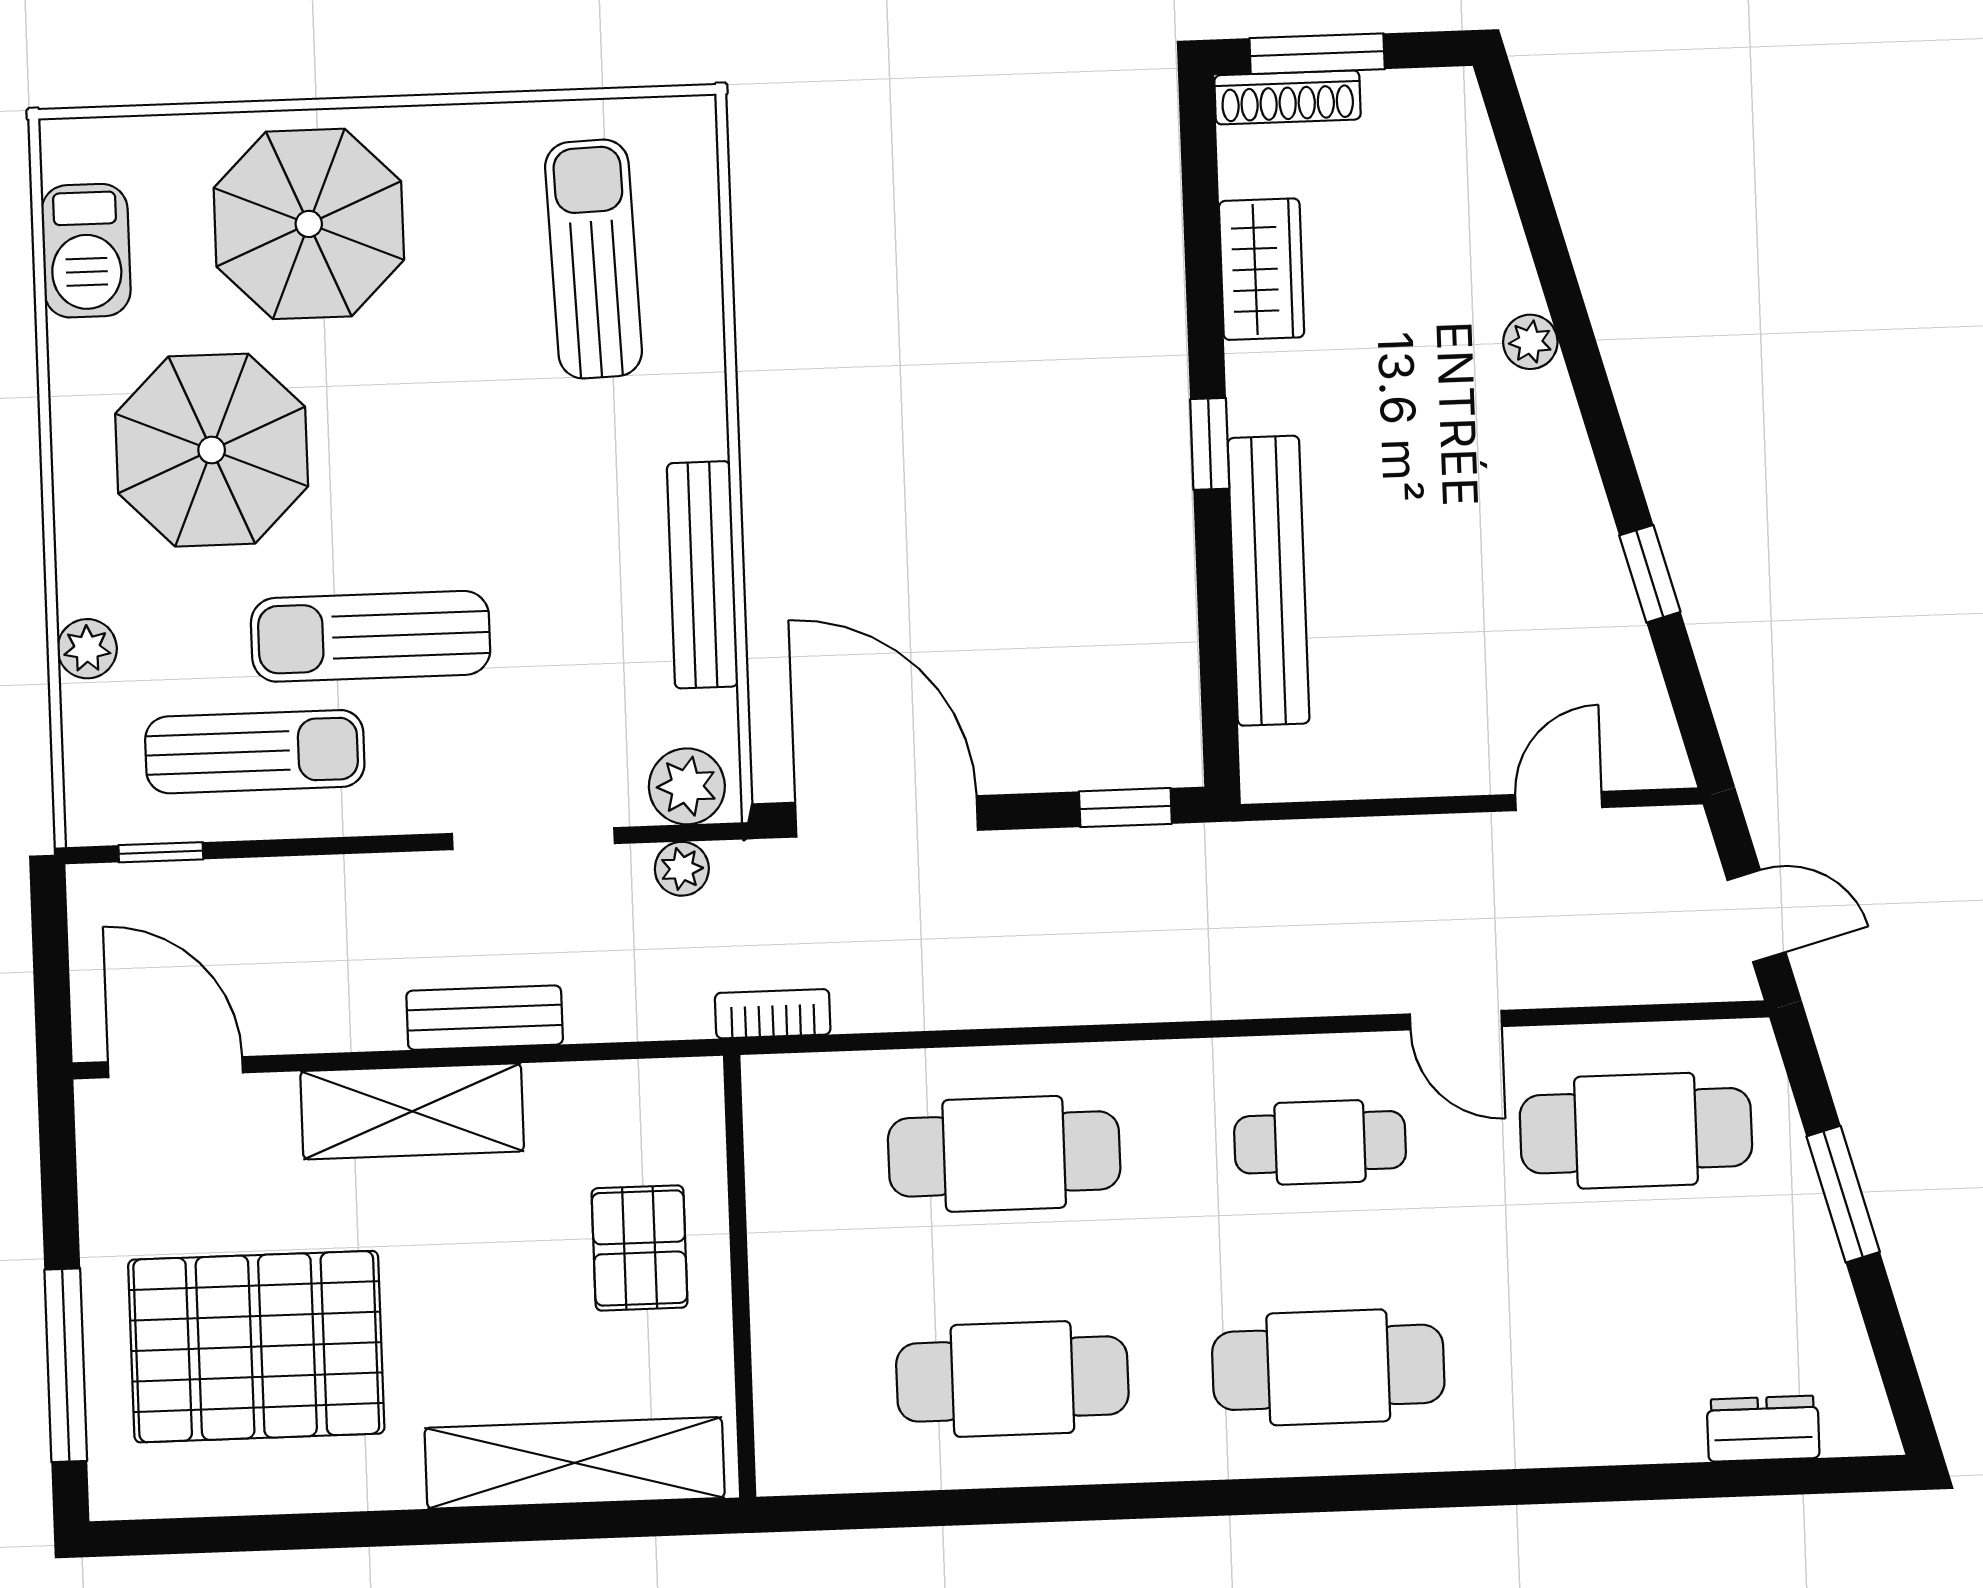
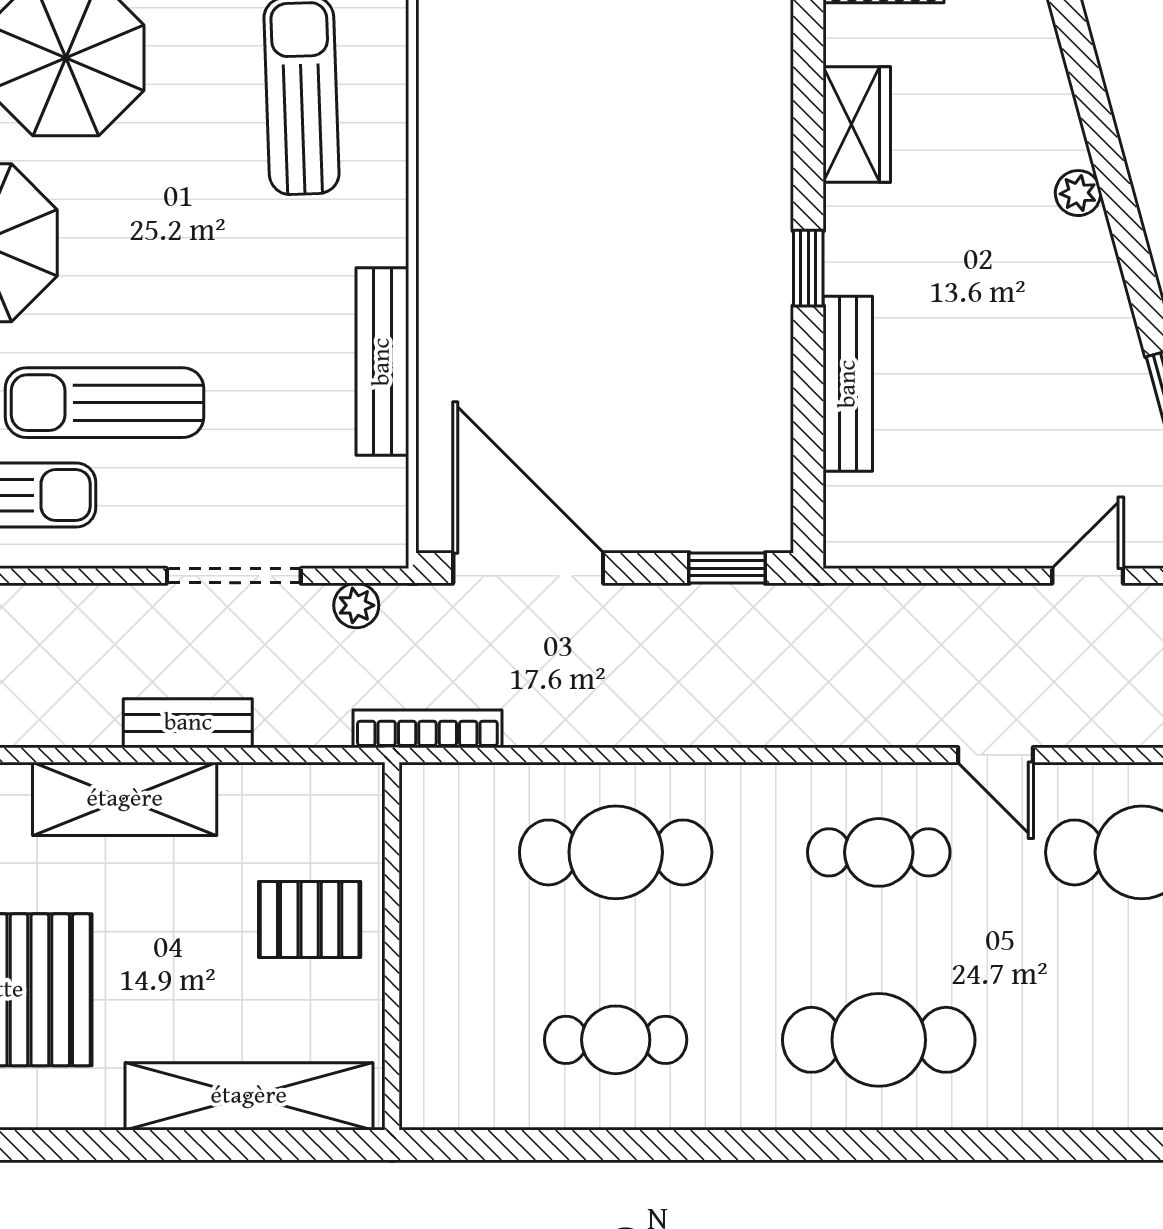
bench: (1268, 581) -> (848, 384), width x0.73, depth x0.82
plant: (687, 786) -> (363, 537), removed
bookcase: (773, 1014) -> (427, 729), width x1.56
pallet: (640, 1248) -> (310, 920), turned 90
cafe table: (1012, 1379) -> (616, 1040), width x0.73, depth x0.74

